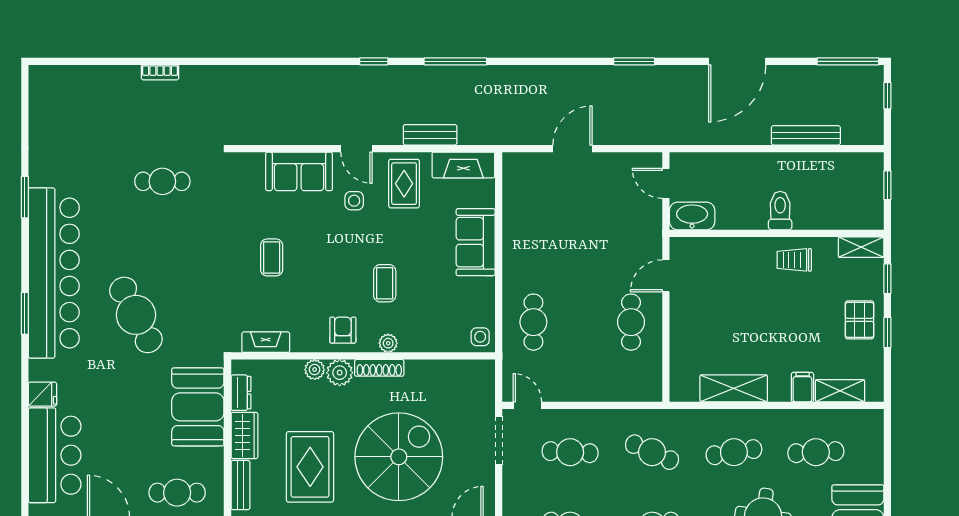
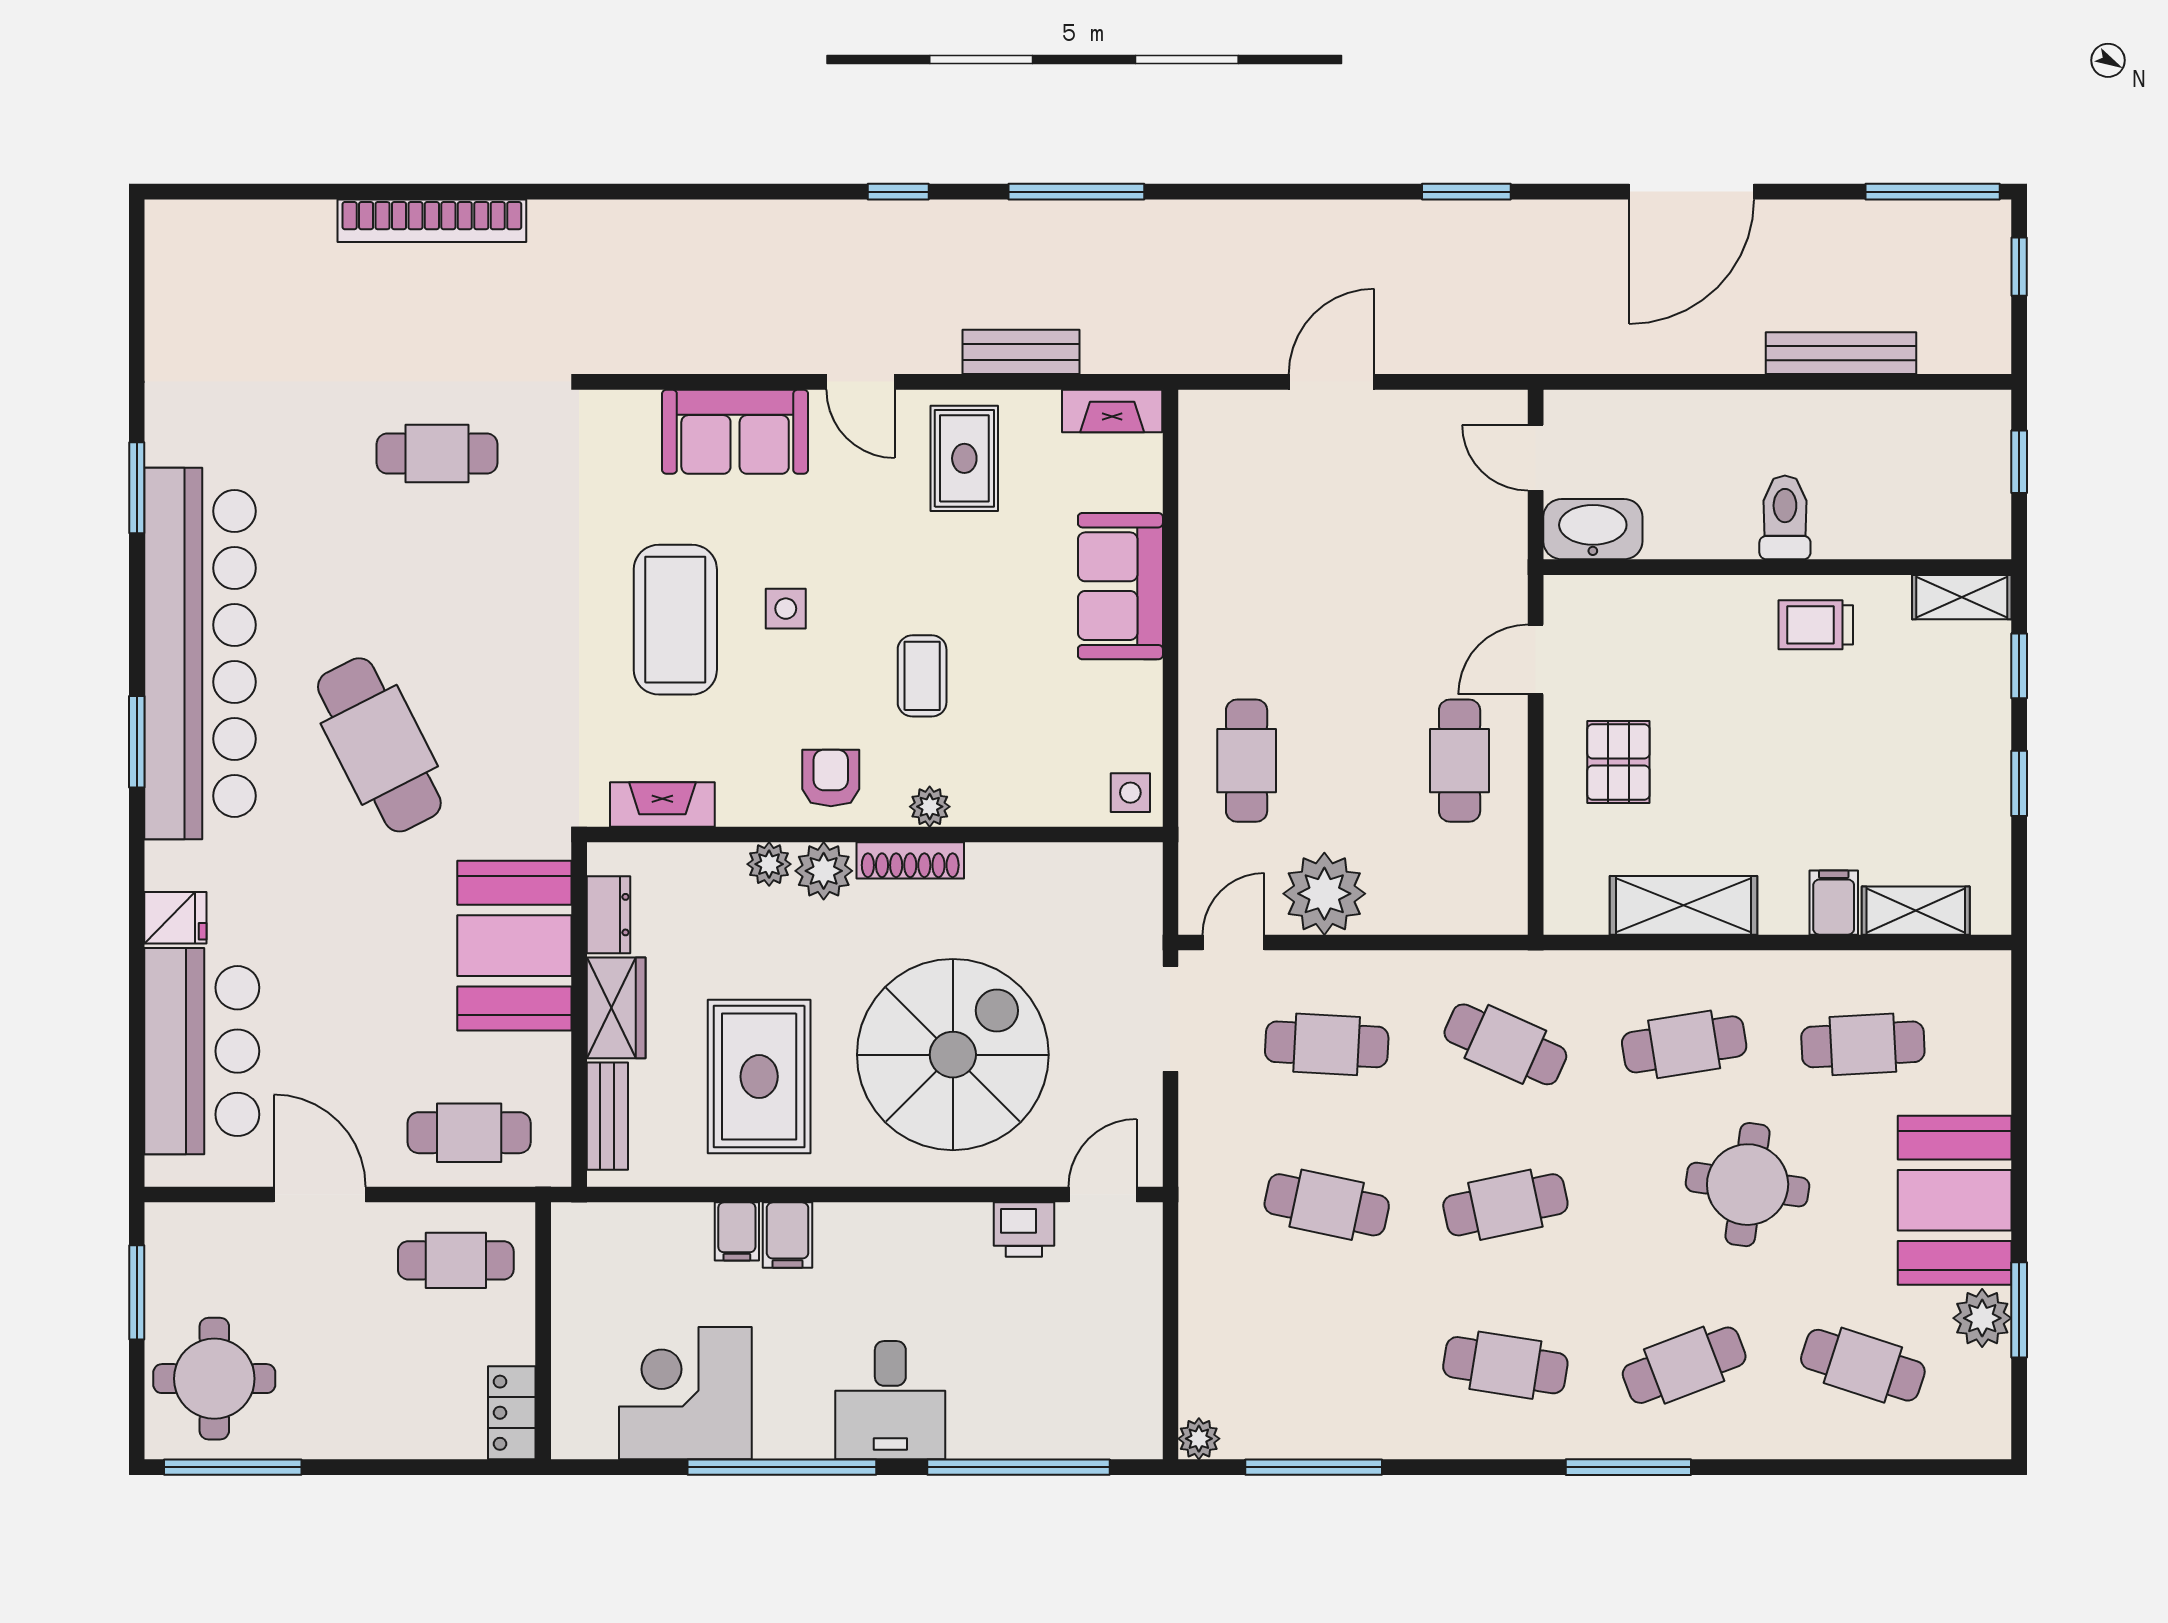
bookcase: (160, 72) -> (432, 221), width x2.31, depth x1.31
fireplace: (463, 165) -> (1112, 411), width x0.73, depth x0.76
side table: (354, 201) -> (786, 609), moved
coffee table: (272, 257) -> (675, 620), width x1.86, depth x1.72
pallet: (859, 320) -> (1618, 762), moved
plant: (569, 383) -> (1324, 894), added
door: (527, 405) -> (1234, 942), hinge flipped

